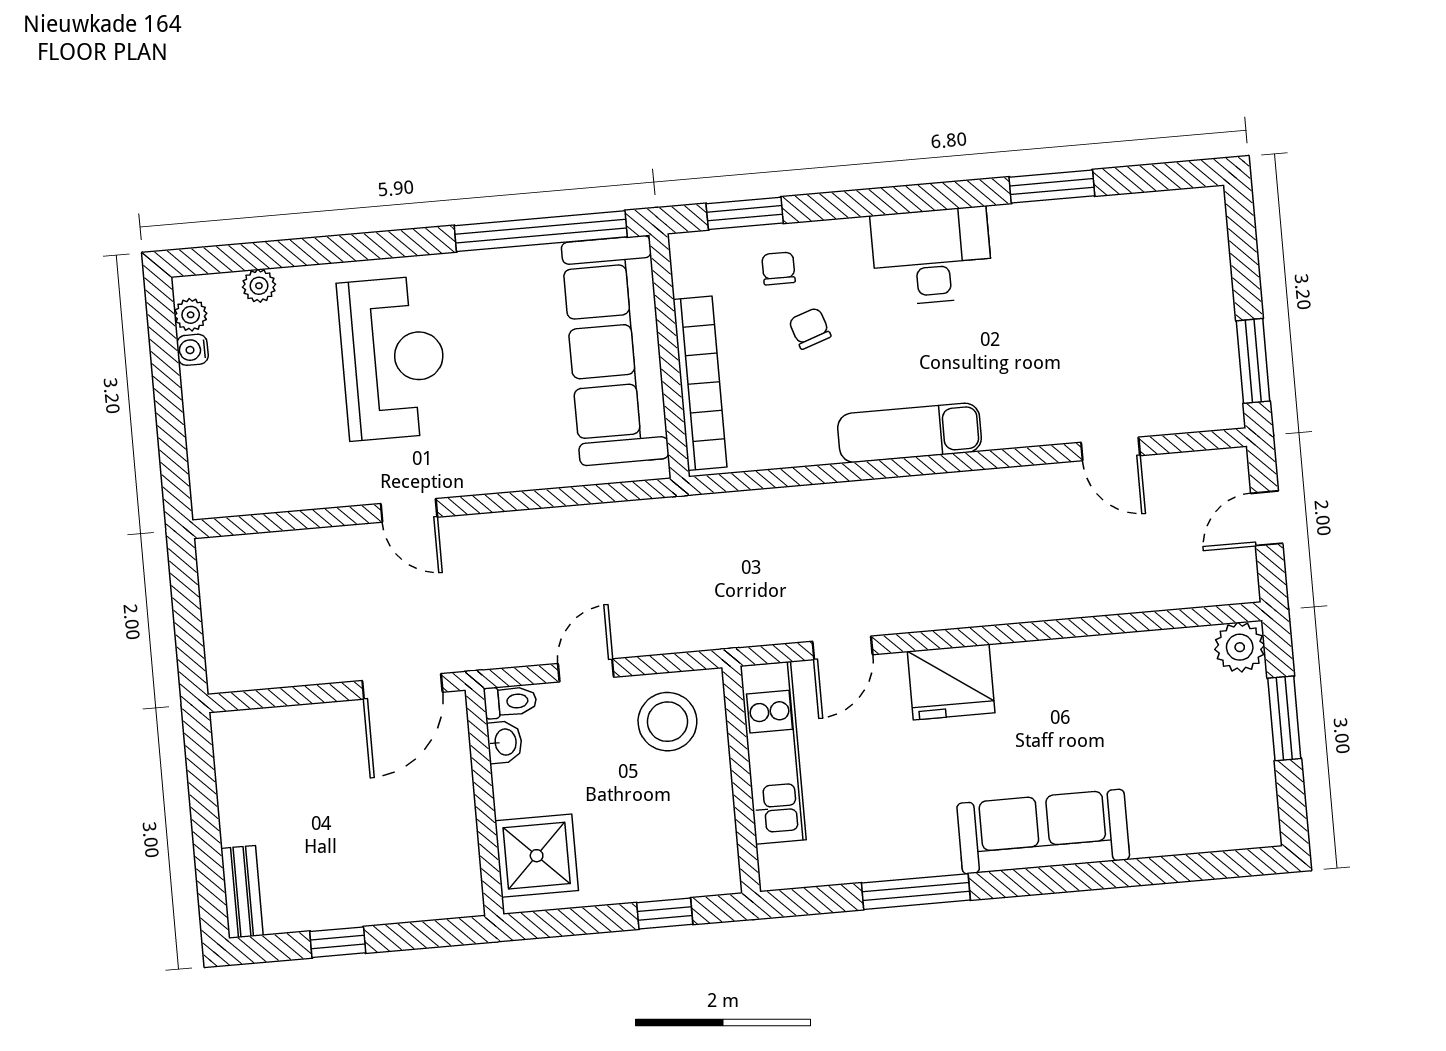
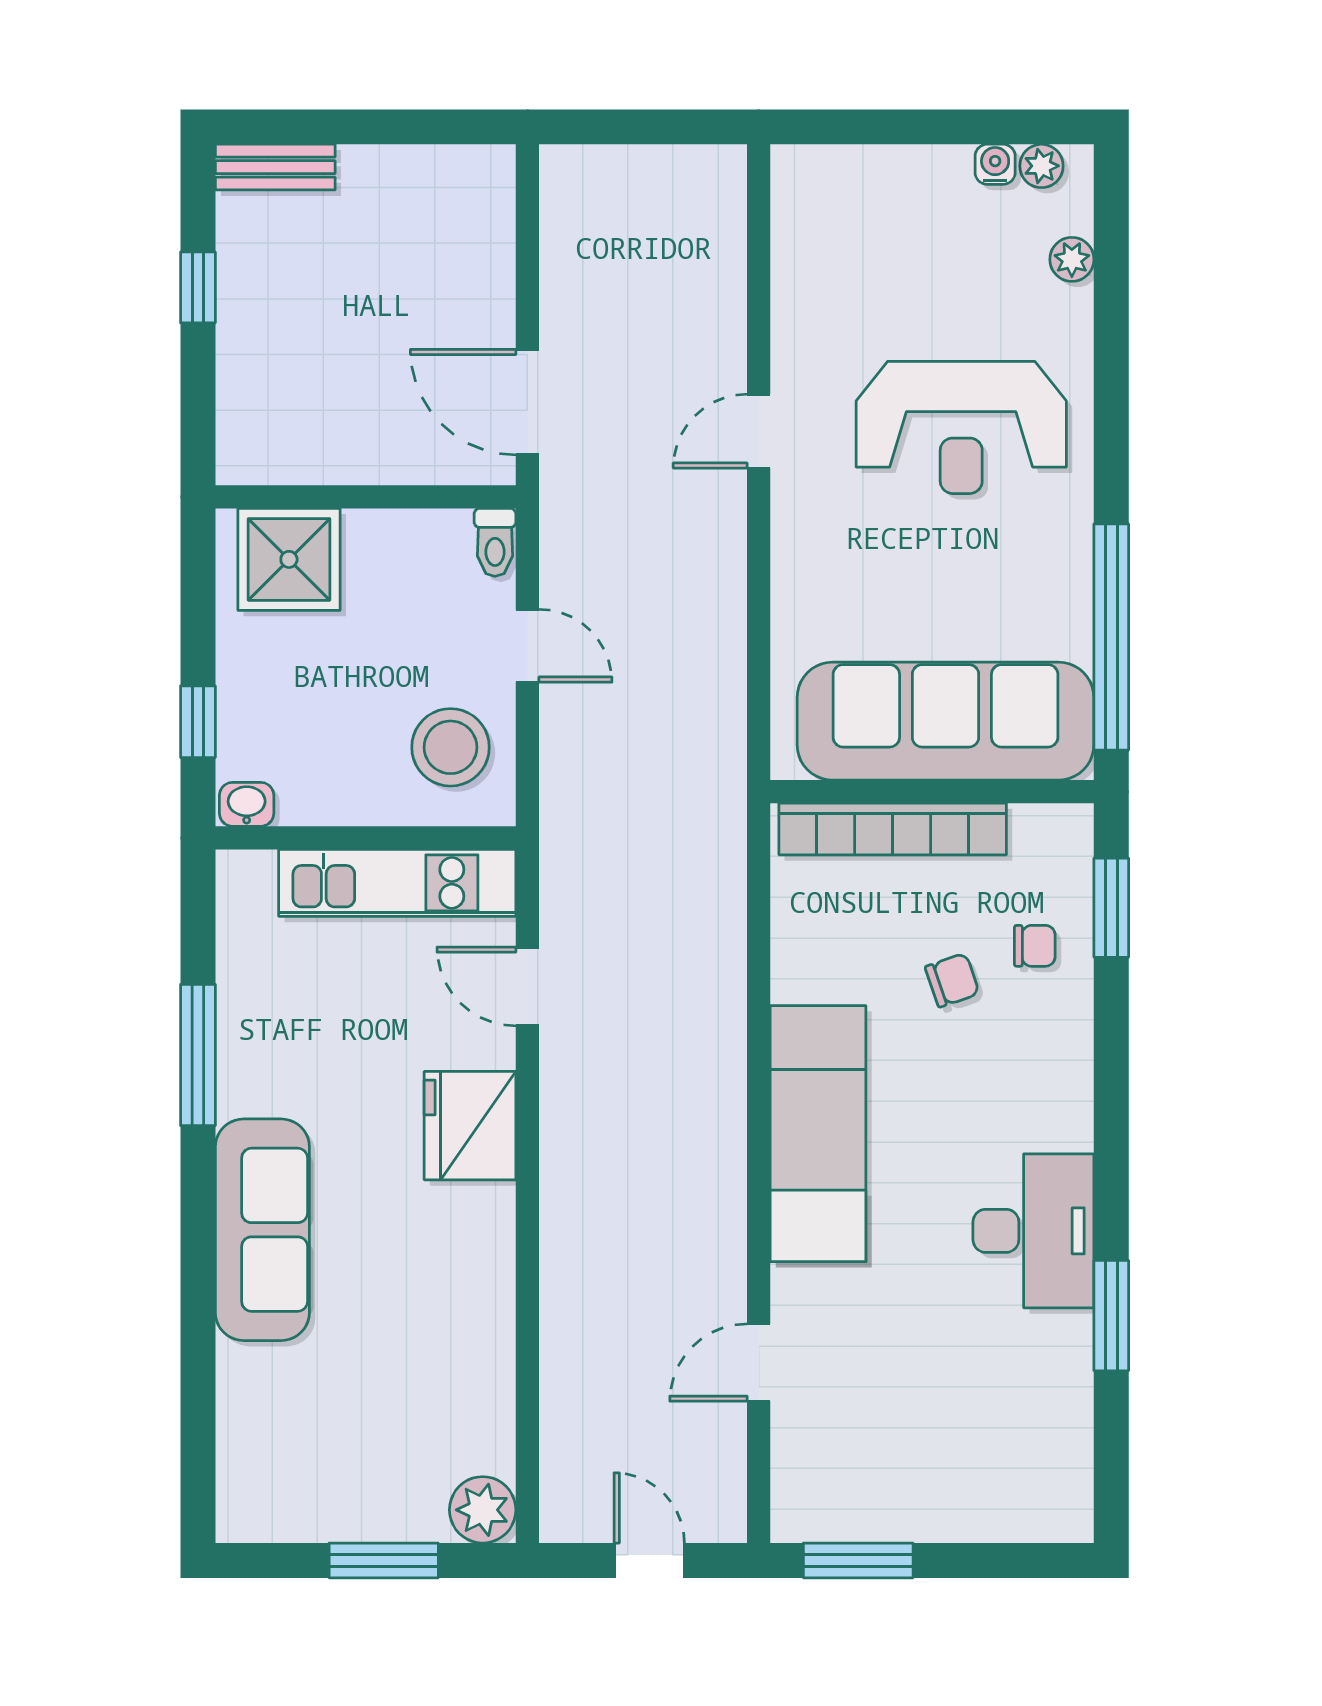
desk: (932, 256) -> (1033, 1231), moved
exam couch: (910, 433) -> (818, 1134), width x1.36, depth x1.45
washbasin: (505, 742) -> (247, 804), moved, turned 180

